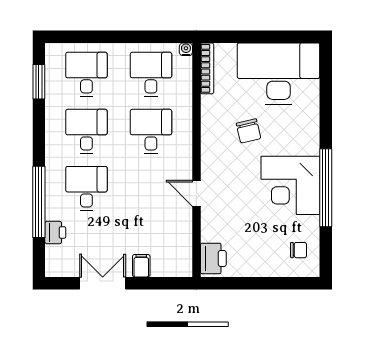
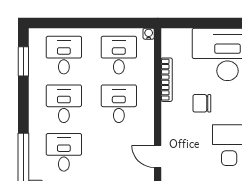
bookcase: (207, 68) -> (167, 80), moved
chair: (249, 131) -> (202, 103), turned 103

